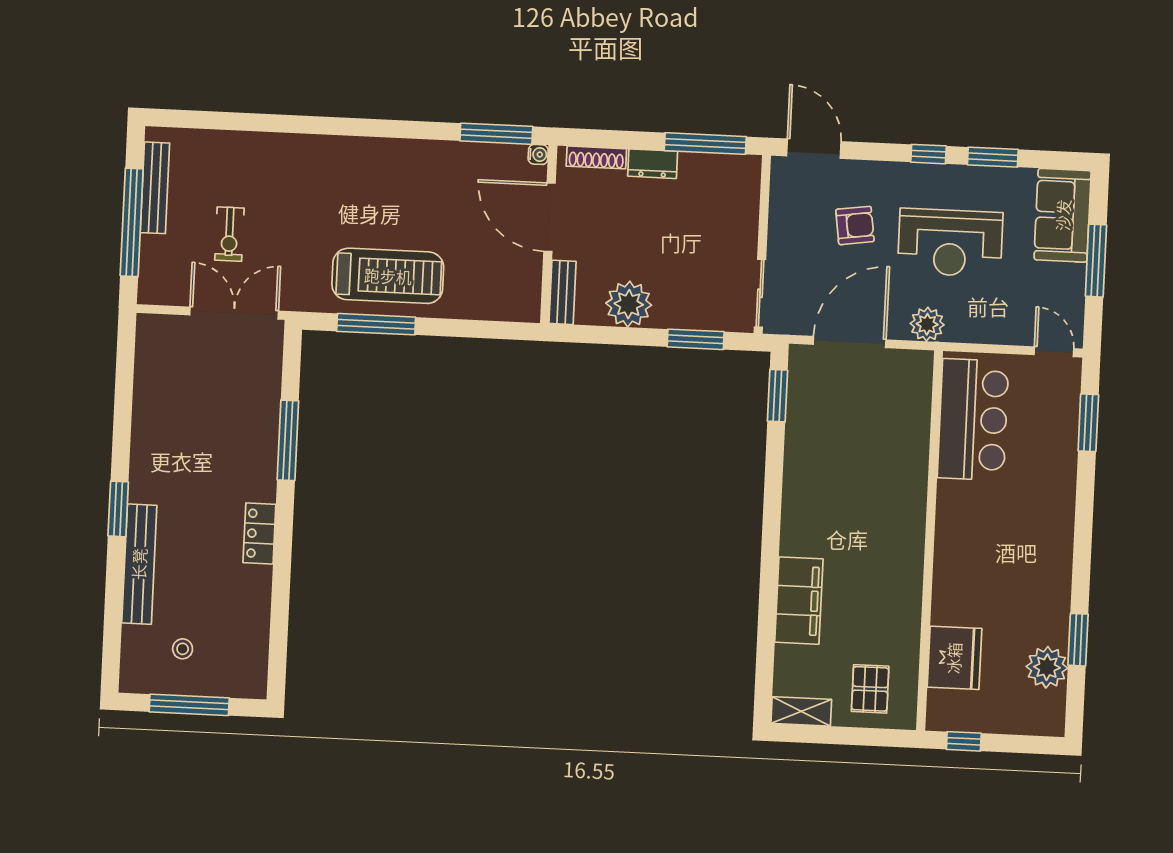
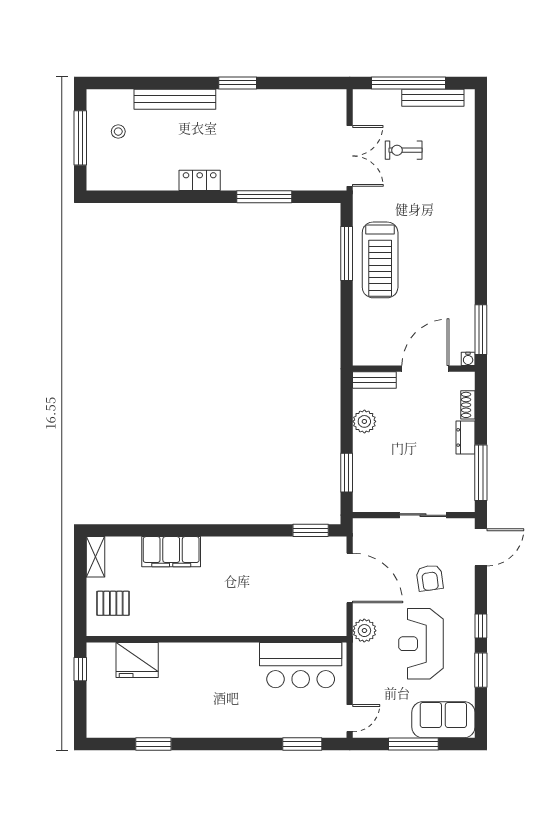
shoe rack: (596, 157) -> (468, 405), width x0.70
sliding door: (760, 293) -> (423, 515), moved
plant: (629, 304) -> (364, 421), width x0.73, depth x0.73
window: (118, 509) -> (238, 83), moved
plant: (1047, 667) -> (134, 724), removed

